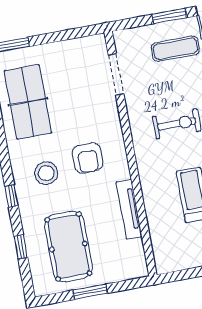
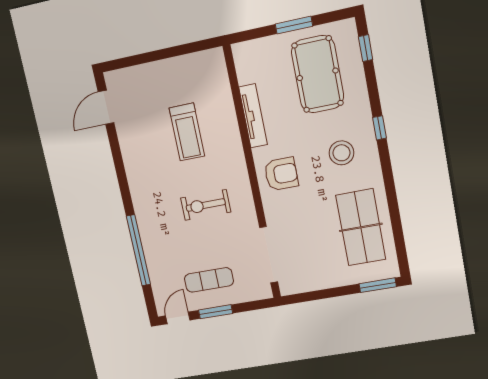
doorway: (116, 74) -> (269, 255), width x1.36
armchair: (88, 158) -> (281, 174), moved, turned 90
window: (21, 247) -> (366, 48), moved

